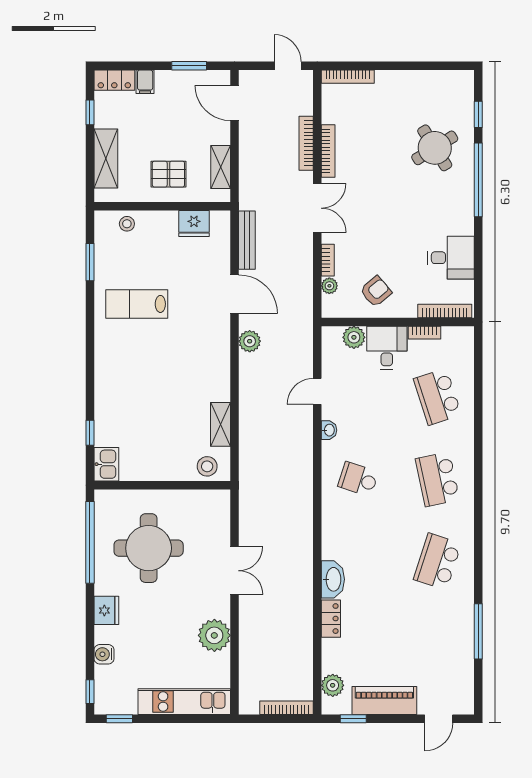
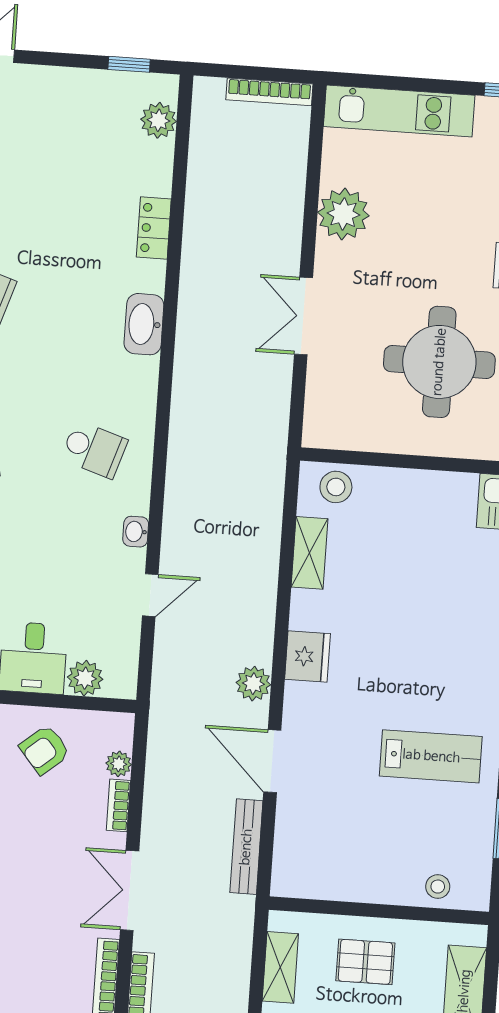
fridge: (194, 223) -> (307, 656), moved, turned 90
washbasin: (333, 579) -> (144, 324), moved
piano: (384, 700) -> (77, 90), removed
bookcase: (286, 708) -> (269, 92), moved

